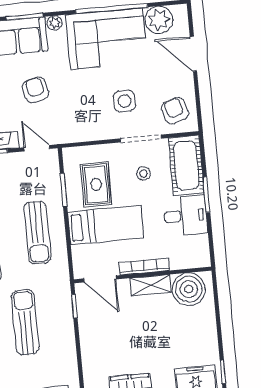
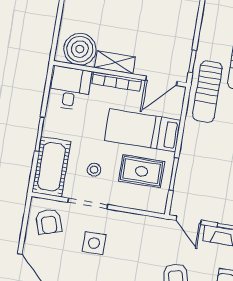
rug: (96, 184) -> (142, 171), turned 90
desk: (186, 216) -> (70, 88), moved, turned 90
sun lounger: (37, 233) -> (207, 92), moved, turned 180
door: (100, 279) -> (161, 81), swing flipped

